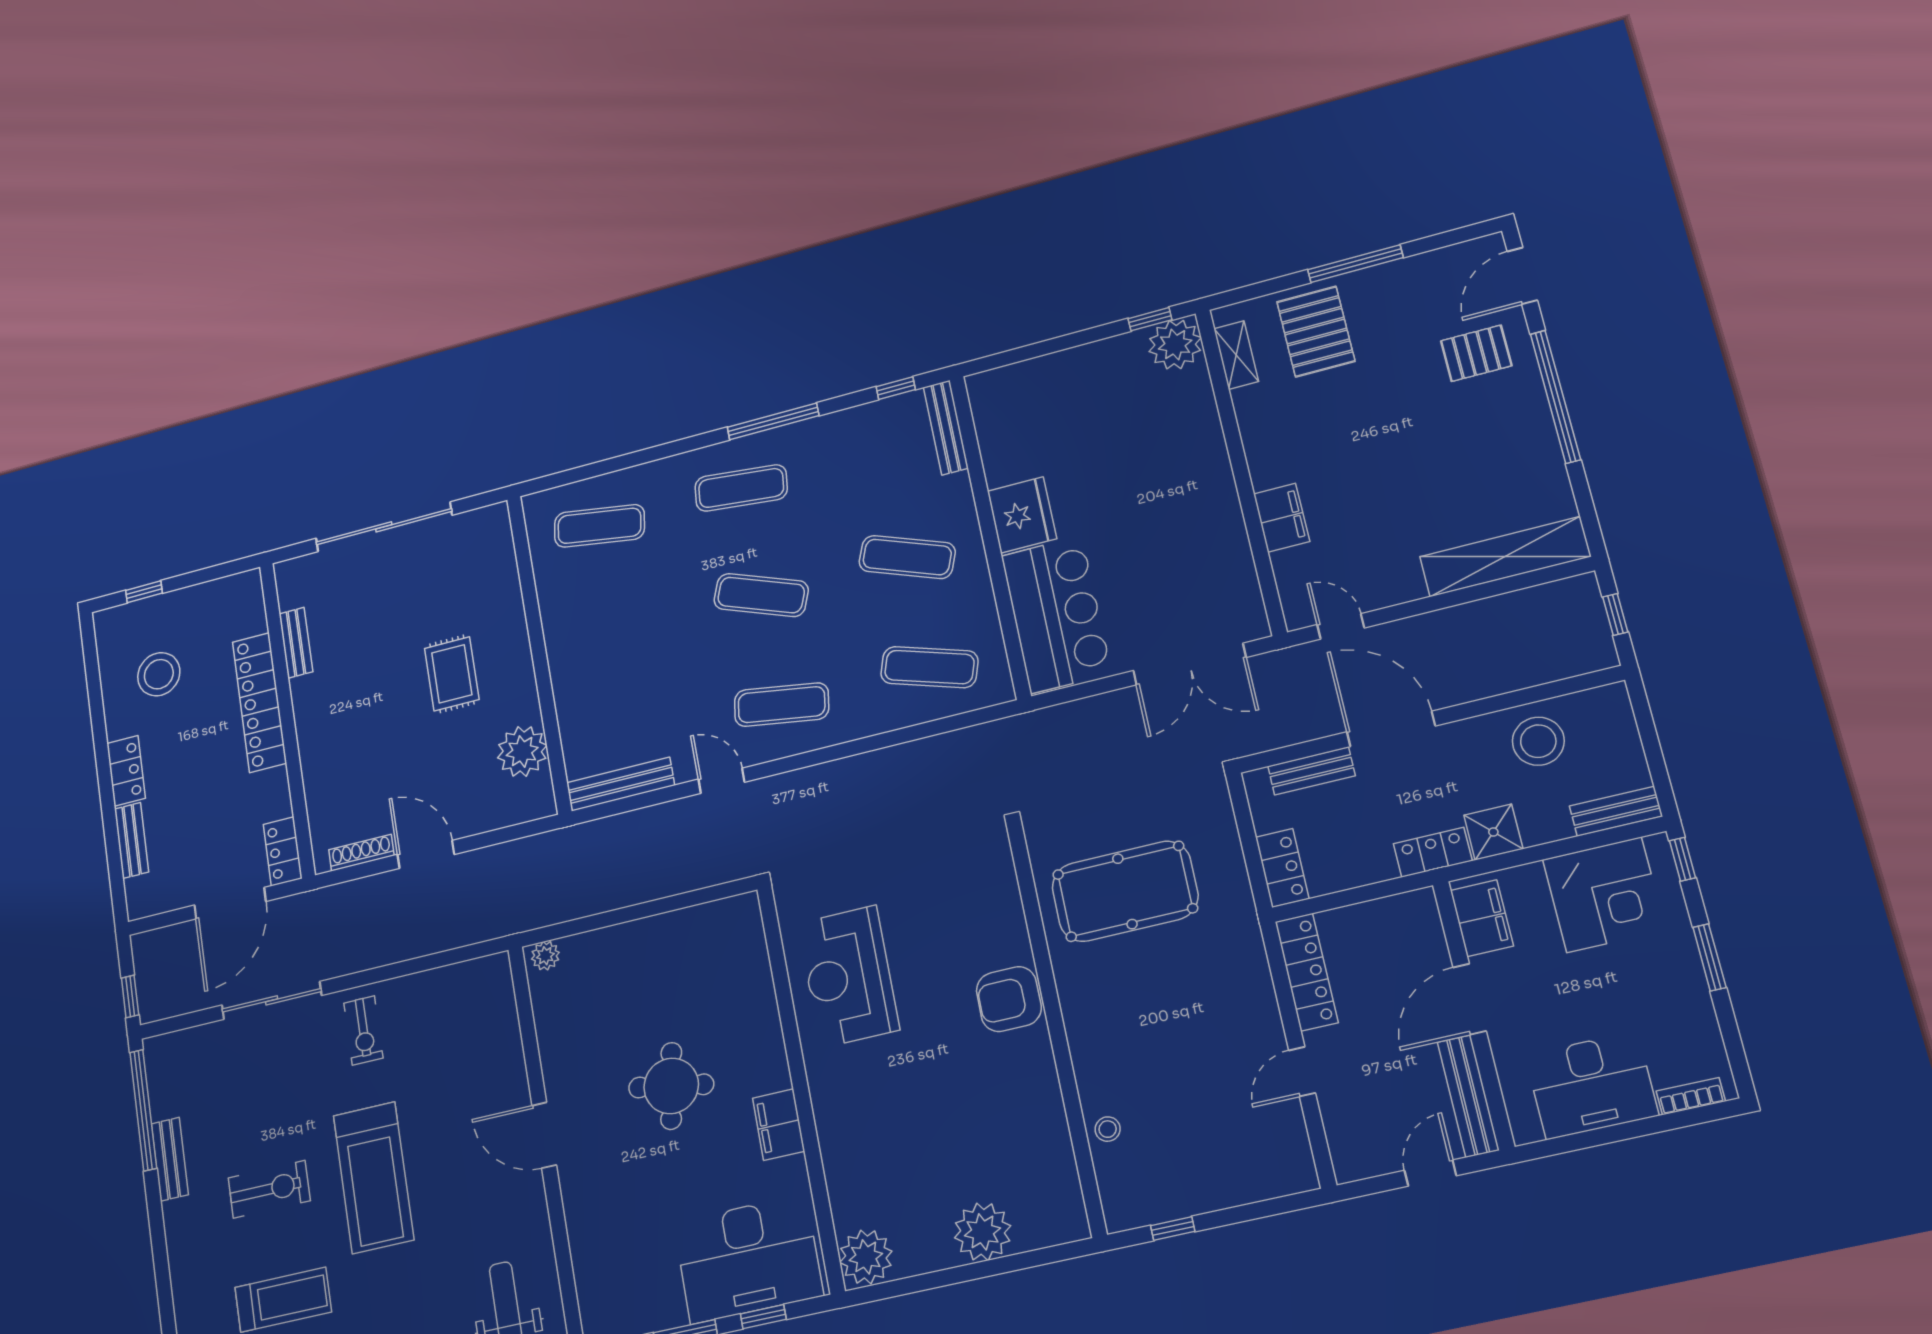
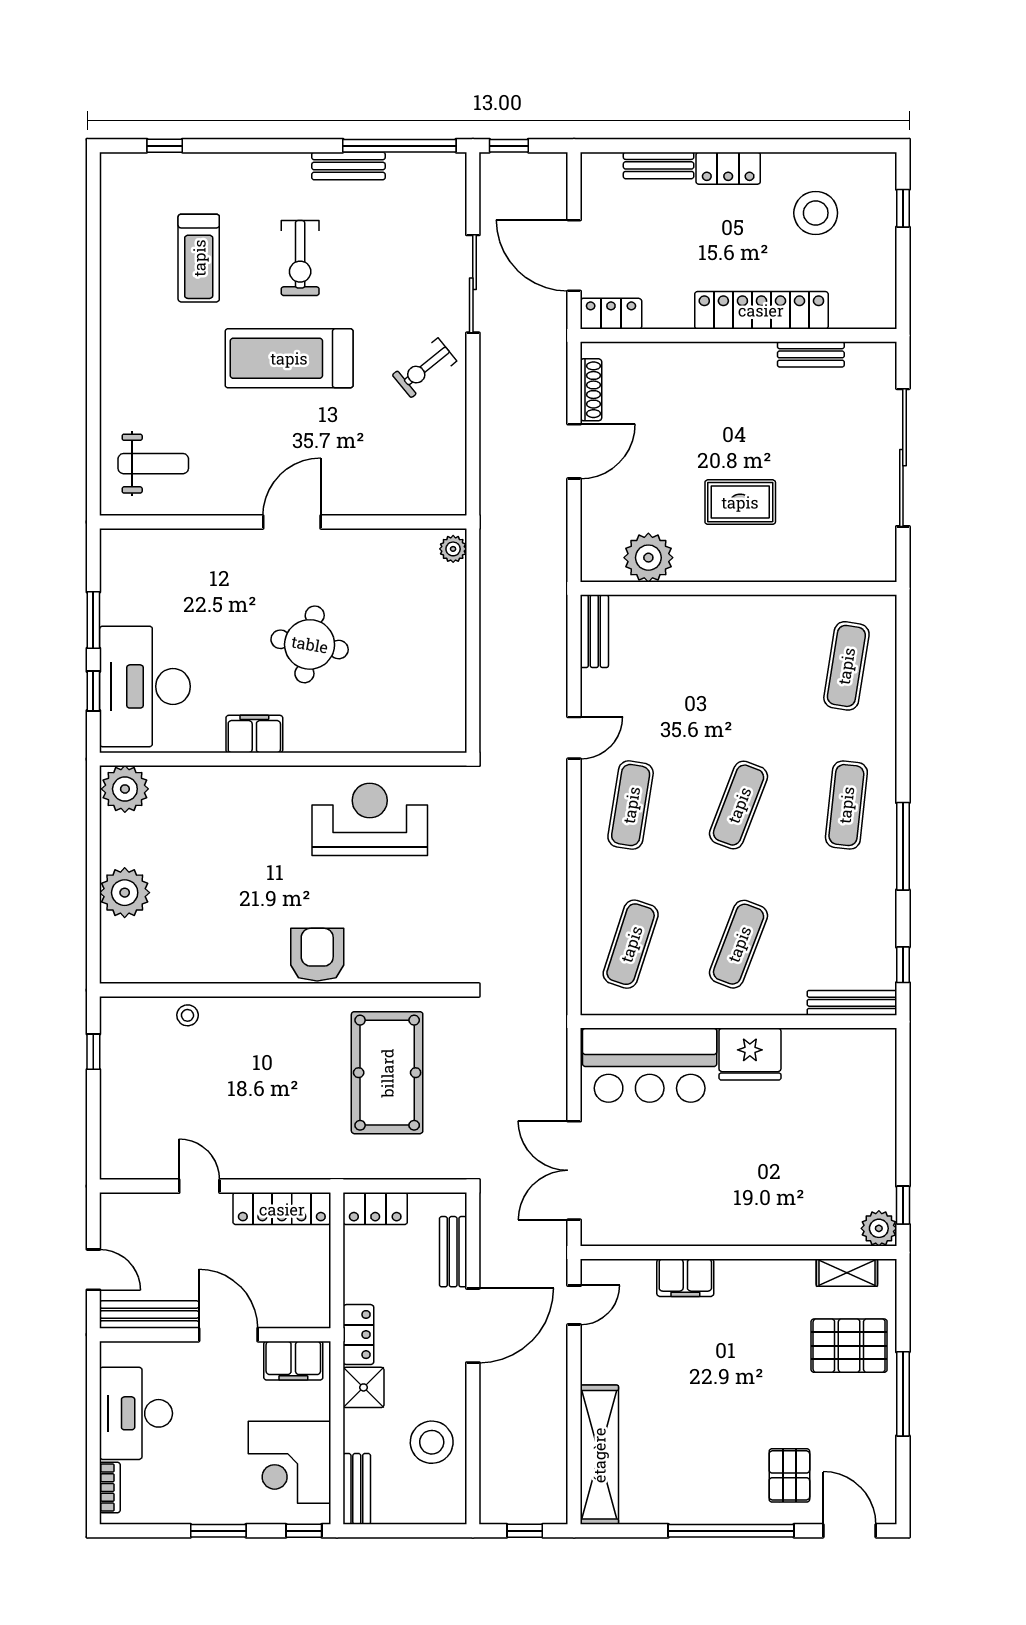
plant: (1175, 345) -> (879, 1228), width x0.73, depth x0.73
bench: (620, 784) -> (594, 631), width x0.73
exercise bike: (363, 1030) -> (425, 368), turned -39

